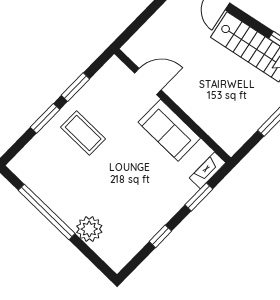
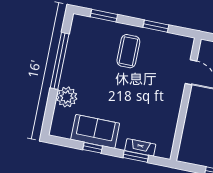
window: (45, 118) -> (104, 16), moved
sofa: (169, 130) -> (95, 131), moved, turned 90
fireplace: (207, 170) -> (140, 147), moved

